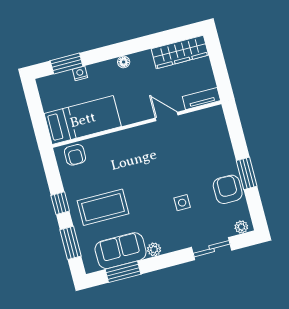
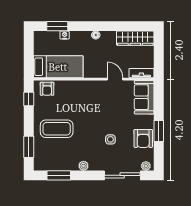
armchair: (228, 189) -> (143, 138), turned 180
window: (60, 203) -> (29, 99), moved
sliding door: (212, 249) -> (122, 175), width x1.37
sofa: (121, 251) -> (144, 97), moved, turned -90

